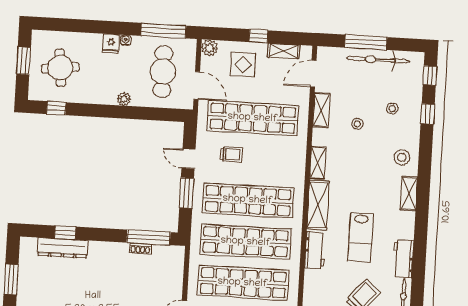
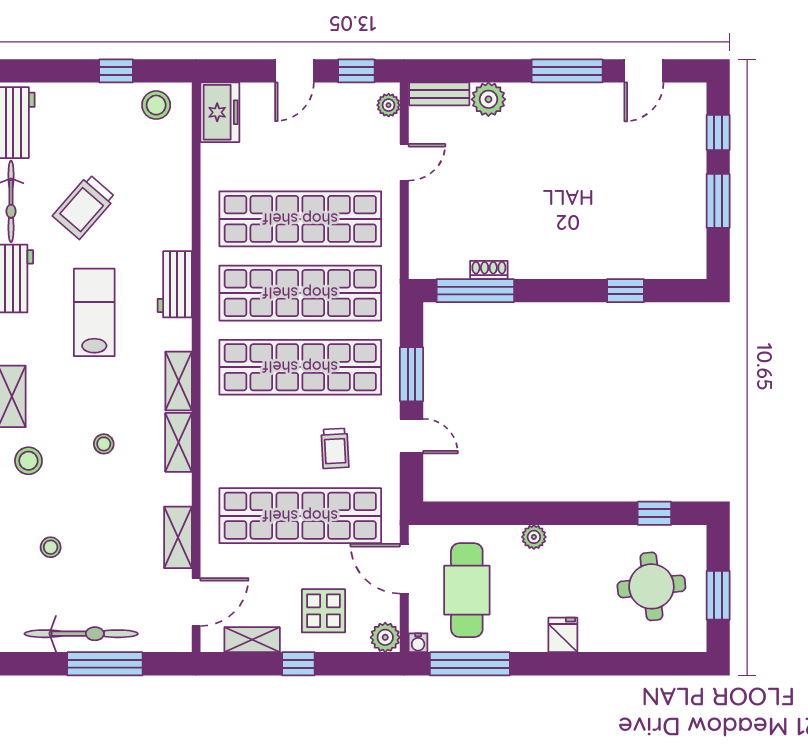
water cooler: (126, 40) -> (418, 643), moved
stool: (357, 124) -> (104, 444), moved
trolley: (231, 154) -> (335, 448), turned -93
shelving: (318, 205) -> (179, 381), width x0.67, depth x0.75
dresser: (63, 248) -> (628, 263), removed

